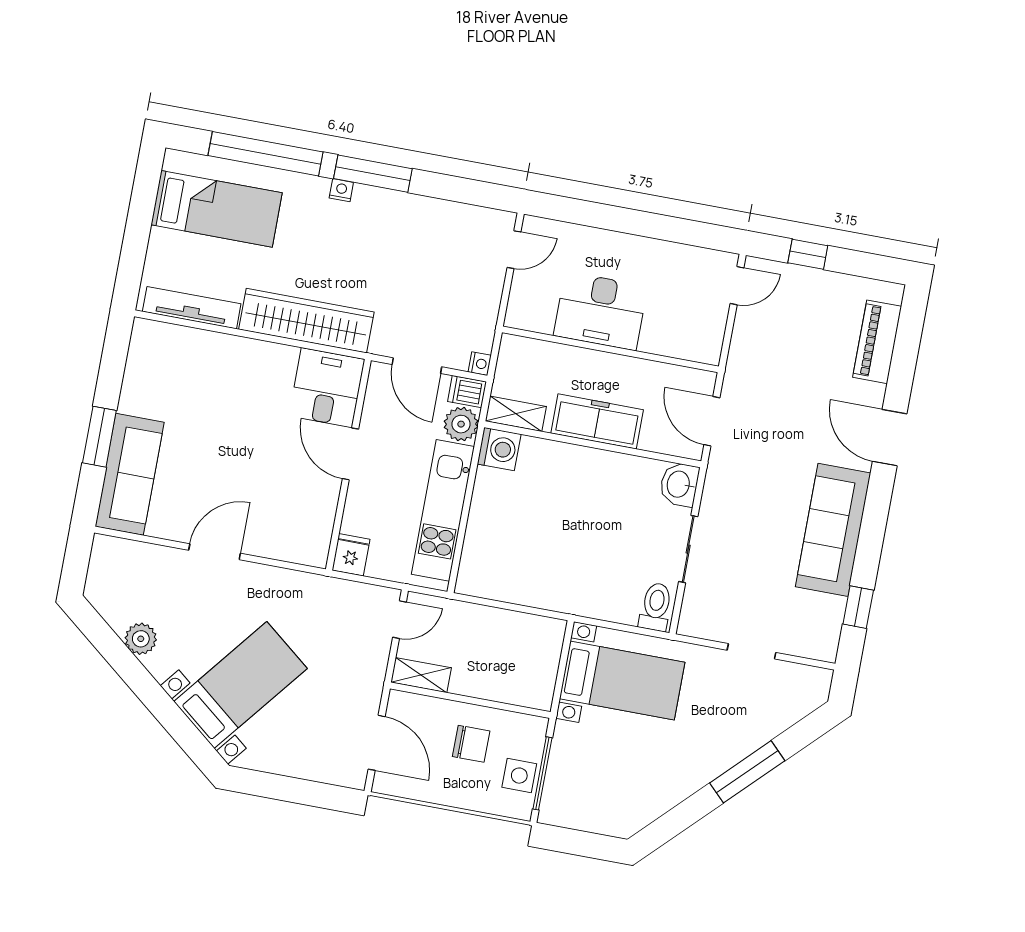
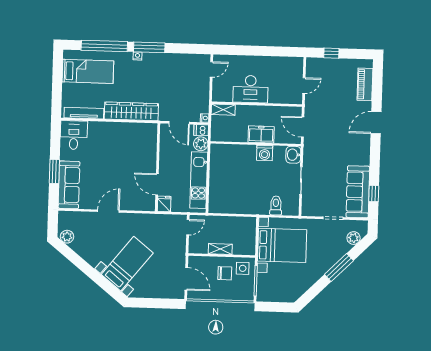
door: (737, 286) -> (304, 86), moved
desk: (327, 387) -> (74, 135), moved
shelving: (516, 414) -> (223, 110), moved
freezer: (597, 421) -> (261, 134), width x0.71
door: (890, 438) -> (376, 123), hinge flipped
washing machine: (499, 449) -> (265, 153), moved, turned 90
door: (350, 454) -> (157, 184), moved
sofa: (833, 530) -> (358, 192), moved
toilet: (656, 607) -> (276, 205), moved
plant: (141, 639) -> (67, 237), moved
shelving: (421, 675) -> (220, 249), moved
bed with nightstands: (622, 680) -> (282, 245), width x1.36
plant: (793, 707) -> (354, 238), added
side table: (519, 776) -> (243, 268), moved

